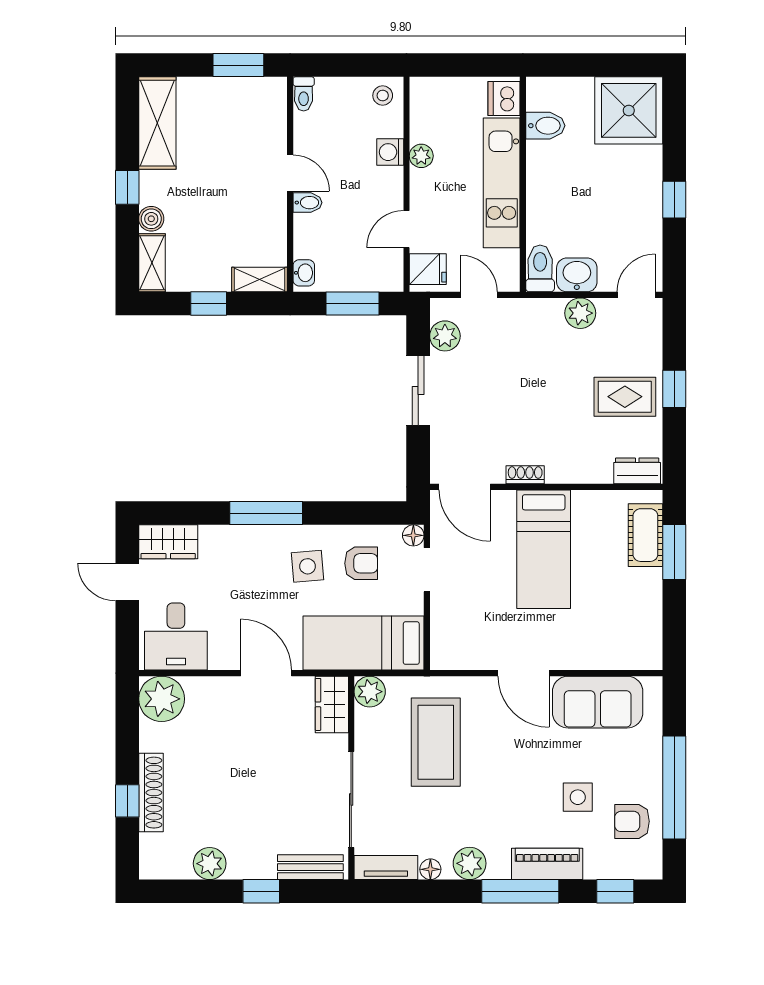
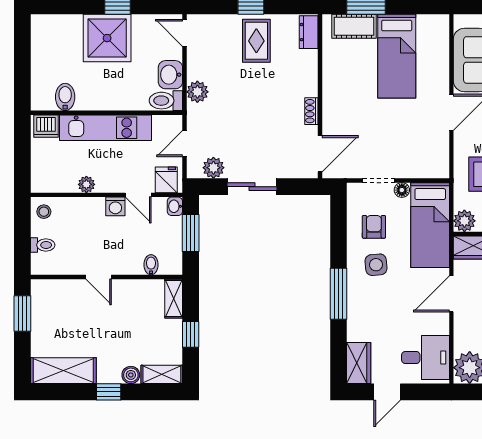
toilet: (304, 94) -> (43, 245), moved
shower: (629, 110) -> (107, 38), moved
washing machine: (390, 152) -> (115, 206), moved
door: (290, 173) -> (99, 277), swing flipped
bidet: (307, 203) -> (151, 265), moved
washbasin: (304, 273) -> (175, 206), moved, turned -90
plant: (580, 313) -> (197, 92), moved
floor lamp: (413, 535) -> (402, 190), moved
bed: (544, 549) -> (397, 56), moved, turned 90

